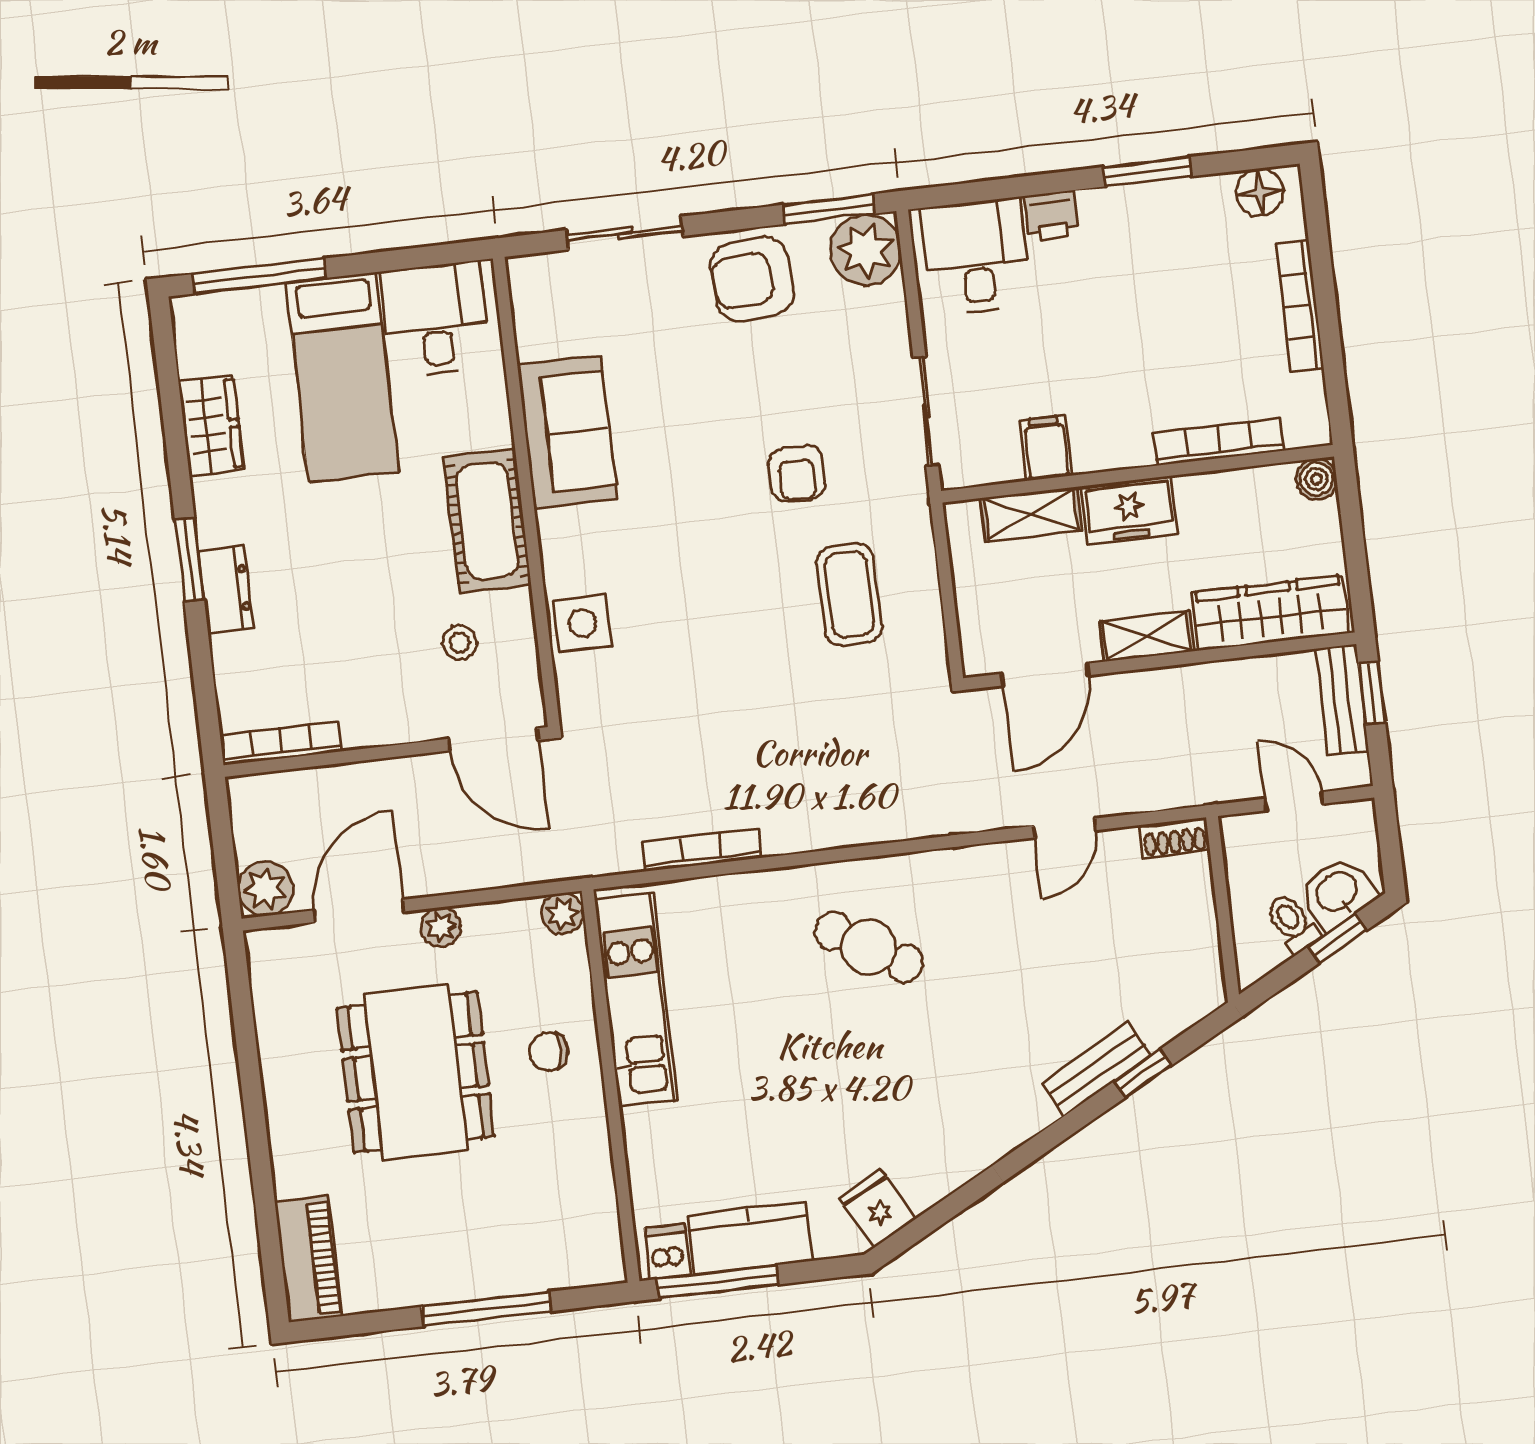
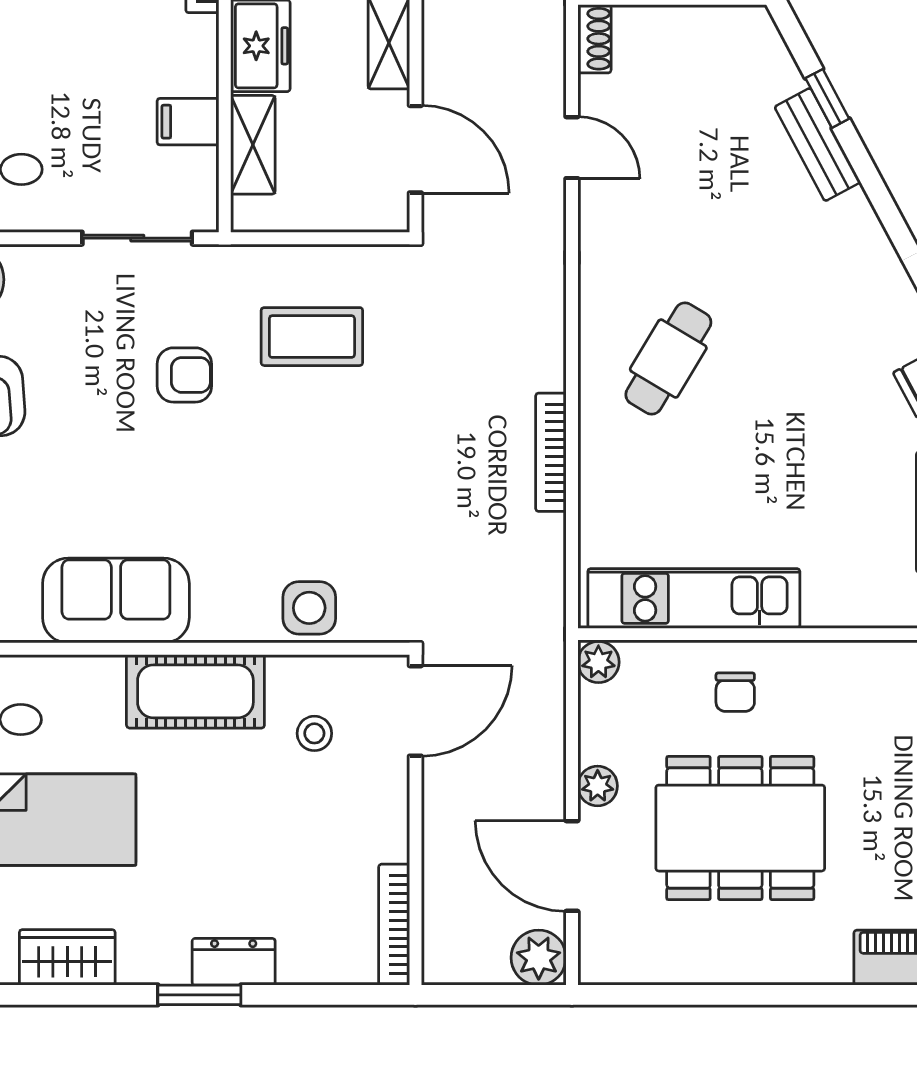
bookcase: (701, 850) -> (551, 452), moved

